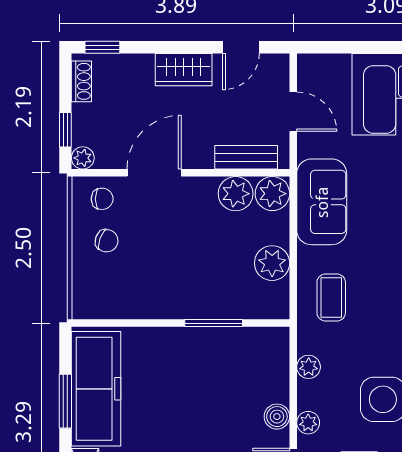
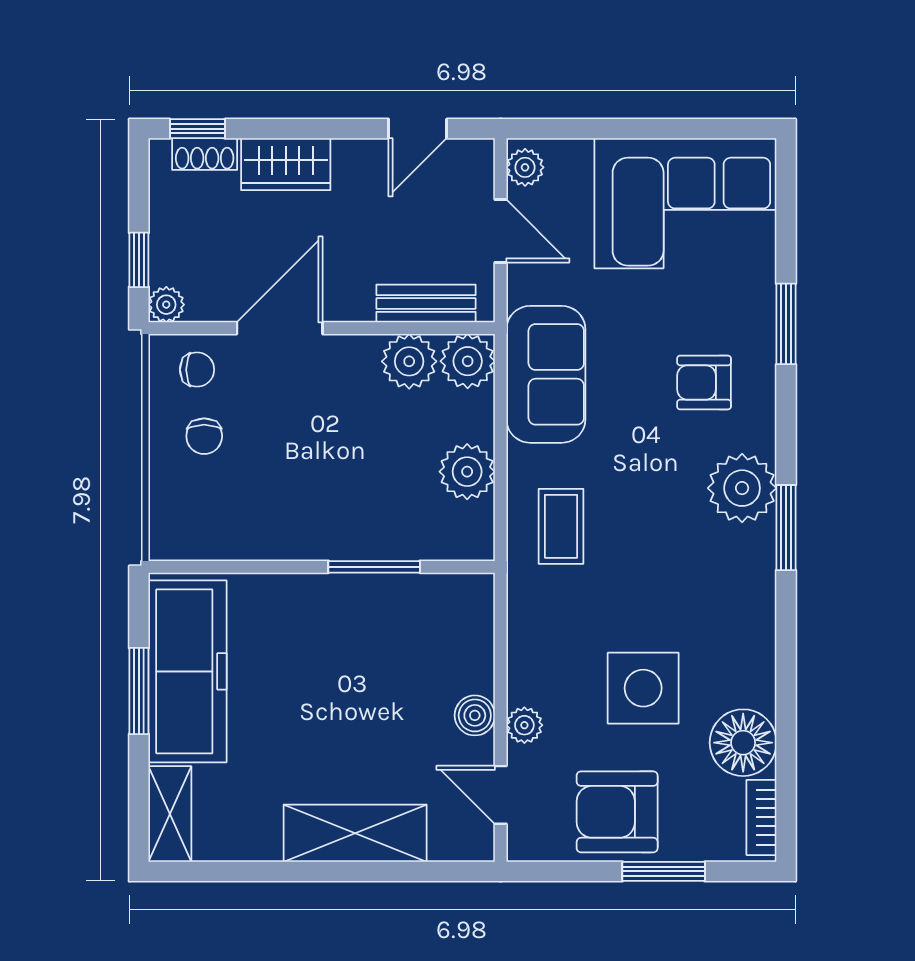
wardrobe: (184, 70) -> (286, 164), moved
shoe rack: (81, 81) -> (205, 154), moved, turned 90
chair: (107, 241) -> (204, 436), turned 70
plant: (309, 367) -> (525, 167), moved

